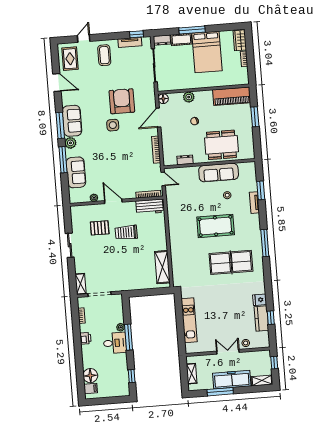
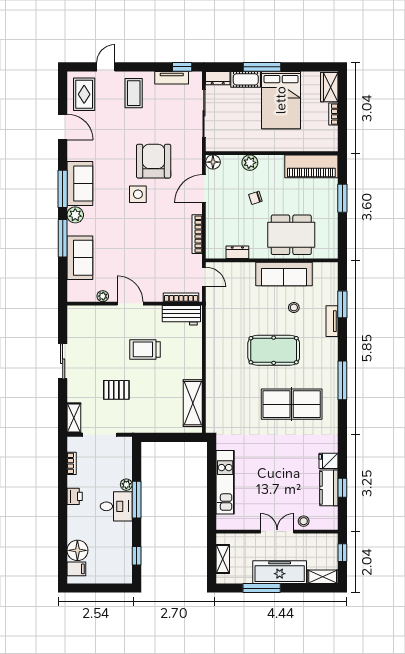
pallet: (100, 228) -> (116, 390), moved

